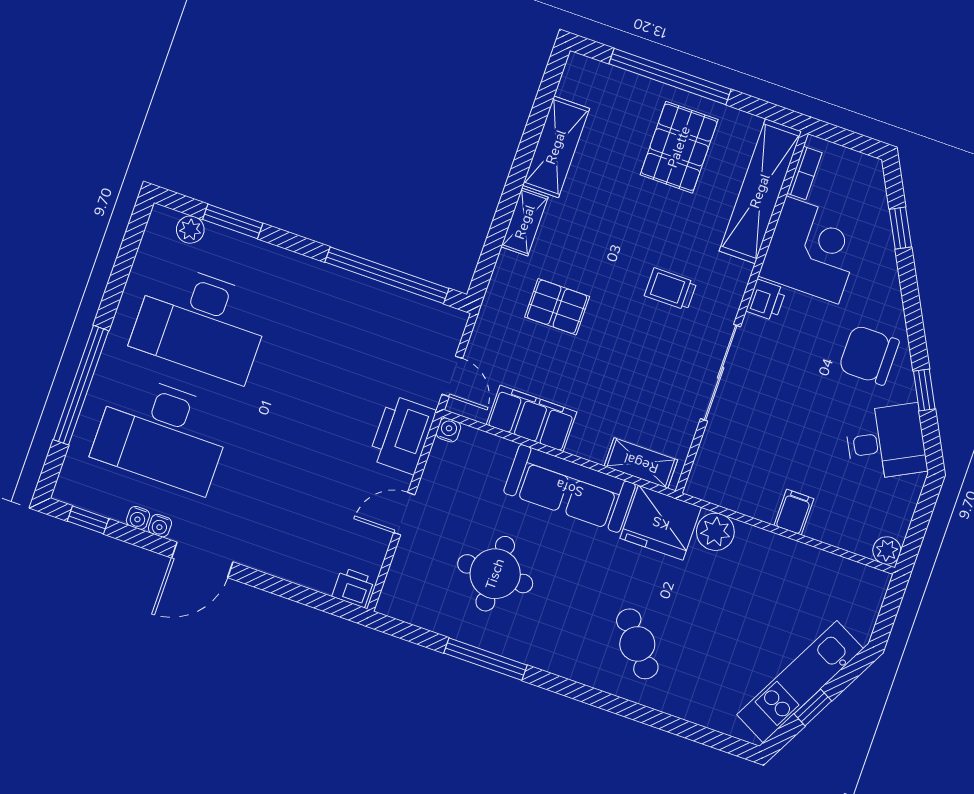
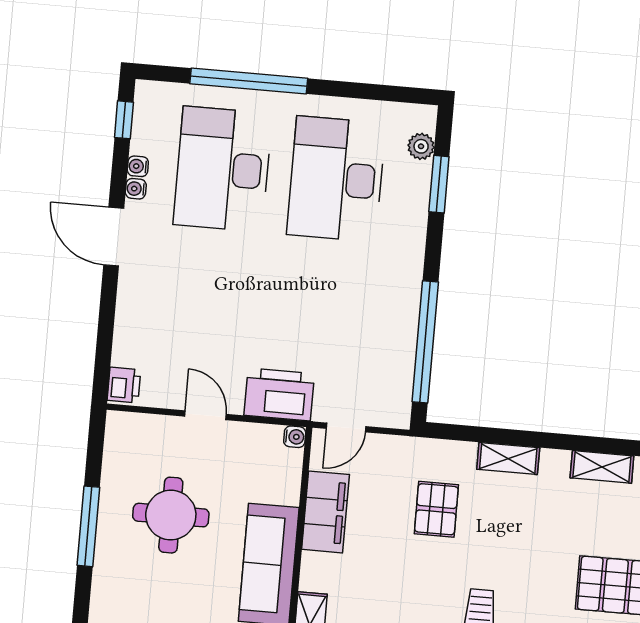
shelving: (556, 147) -> (602, 467), width x0.67, depth x0.75

